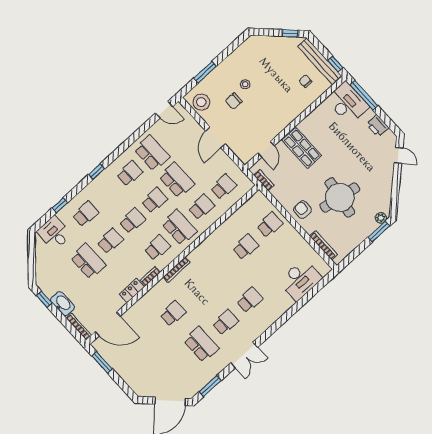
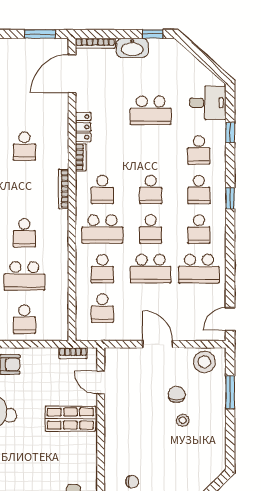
school desk: (110, 241) -> (199, 190), moved
school desk: (246, 247) -> (24, 276), width x1.85
school desk: (221, 269) -> (24, 233), added

